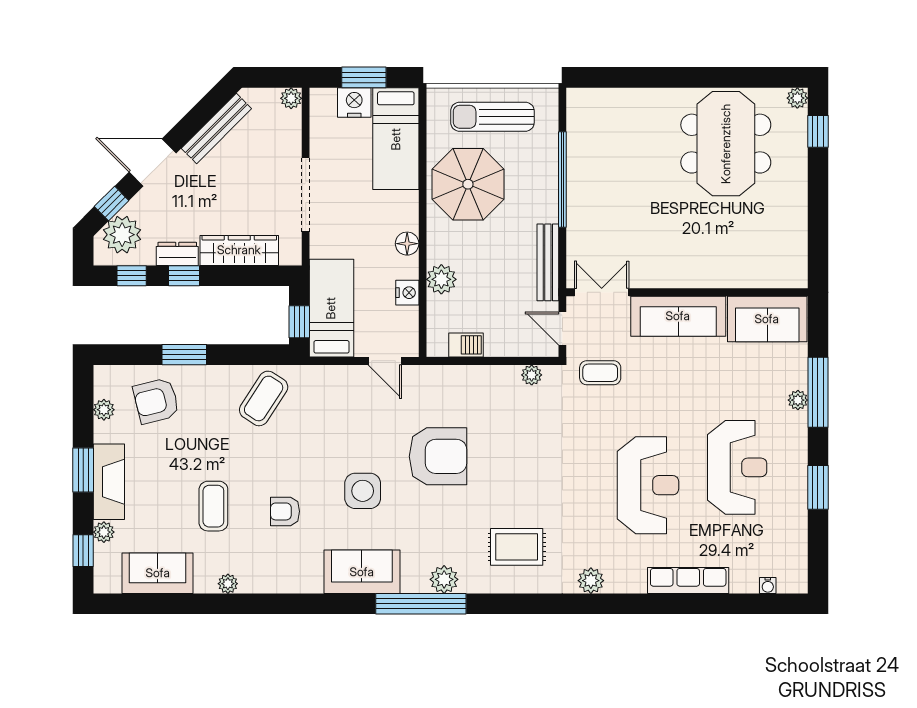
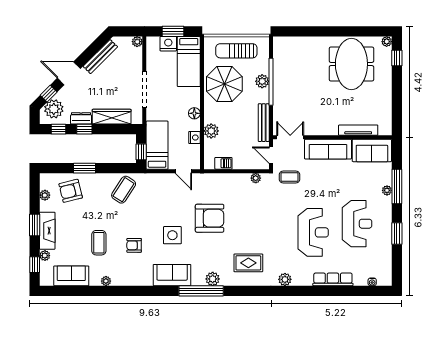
plant: (545, 179) -> (262, 81), added
tv unit: (739, 278) -> (358, 130), added

